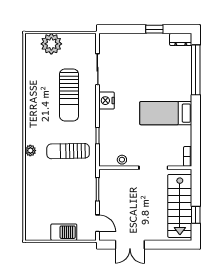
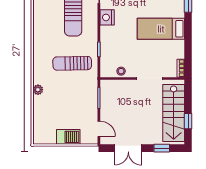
plant: (30, 151) -> (38, 90), moved
window: (167, 245) -> (162, 148), added

